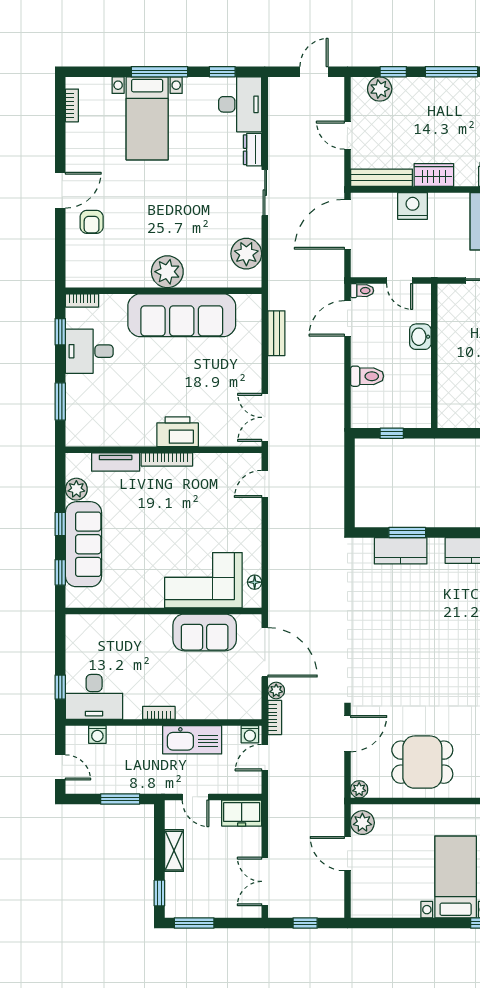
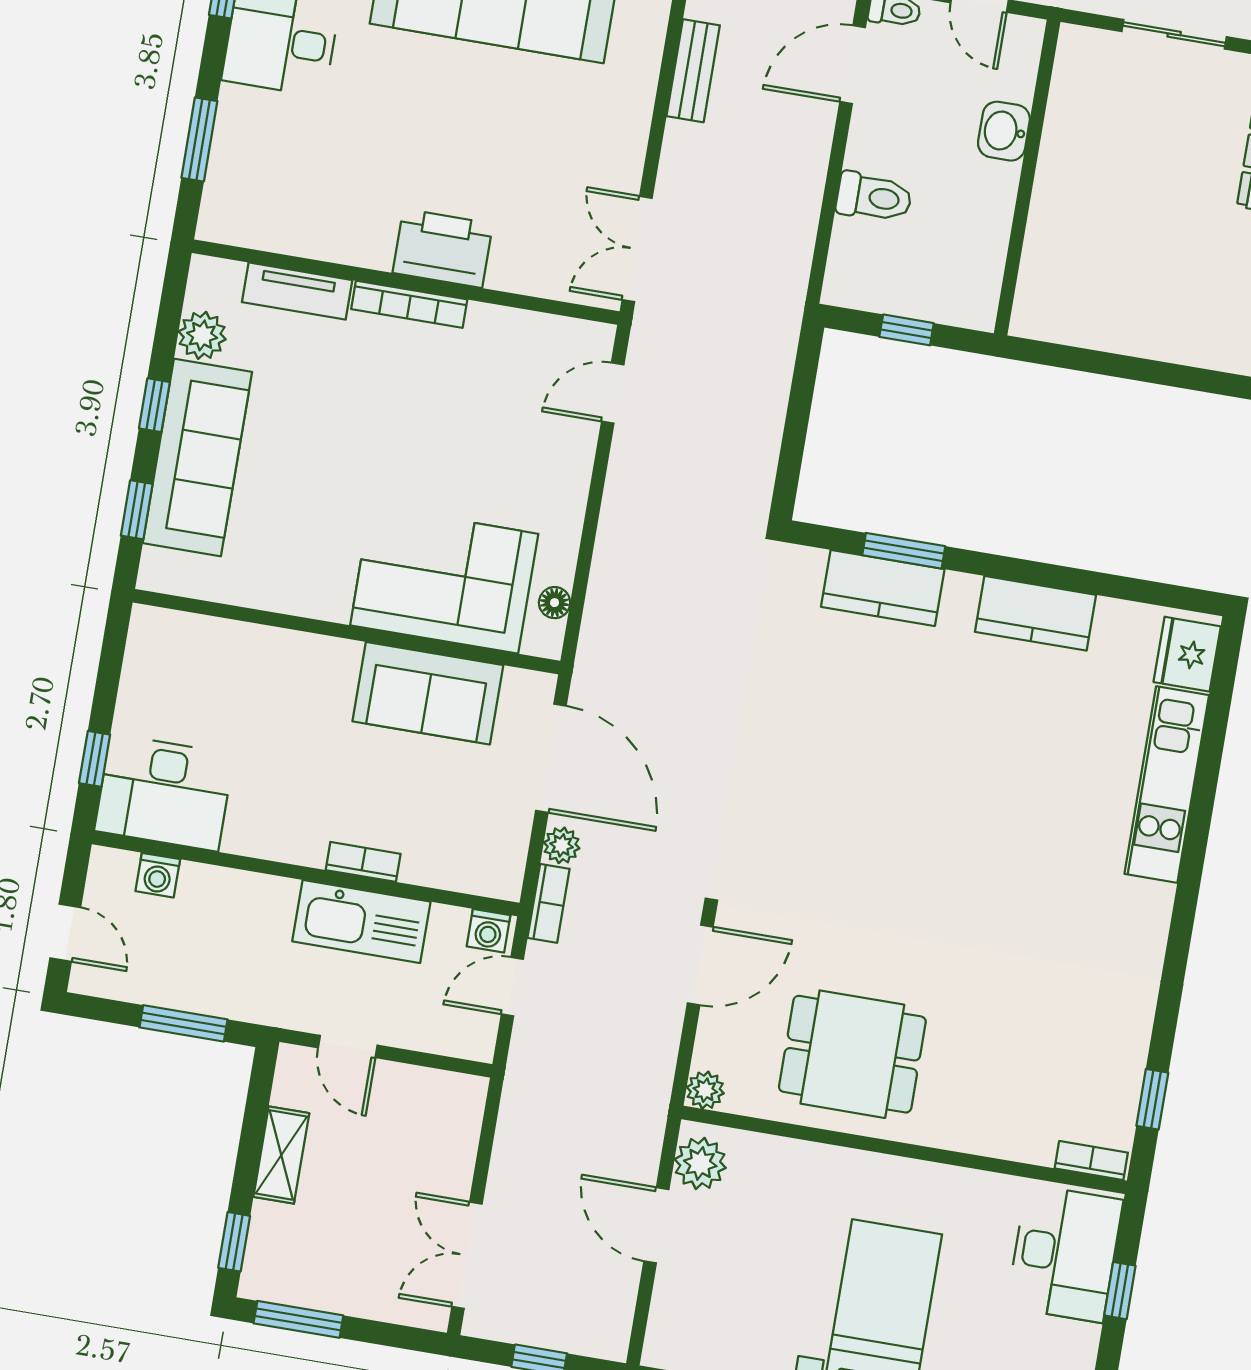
bookcase: (159, 713) -> (363, 862), moved
freezer: (242, 813) -> (442, 1098), removed

